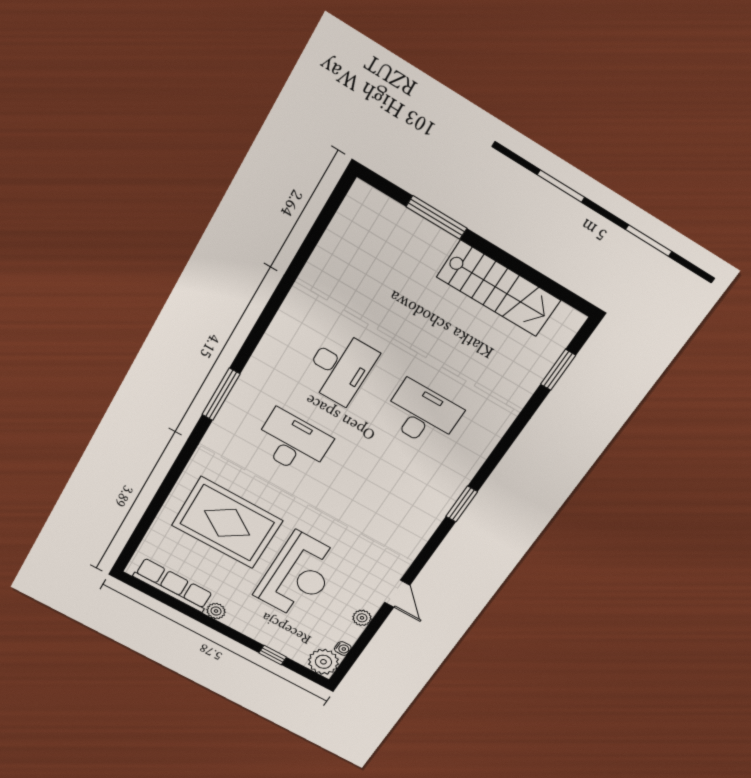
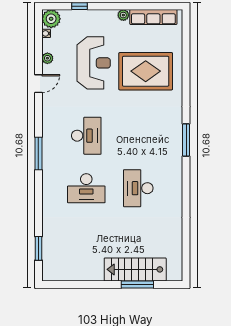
stairs: (499, 289) -> (135, 269), moved
desk: (293, 443) -> (86, 136), moved, turned -90
window: (462, 504) -> (38, 154), width x1.44
reception desk: (298, 576) -> (94, 63), turned 180
door: (397, 594) -> (38, 84), swing flipped

